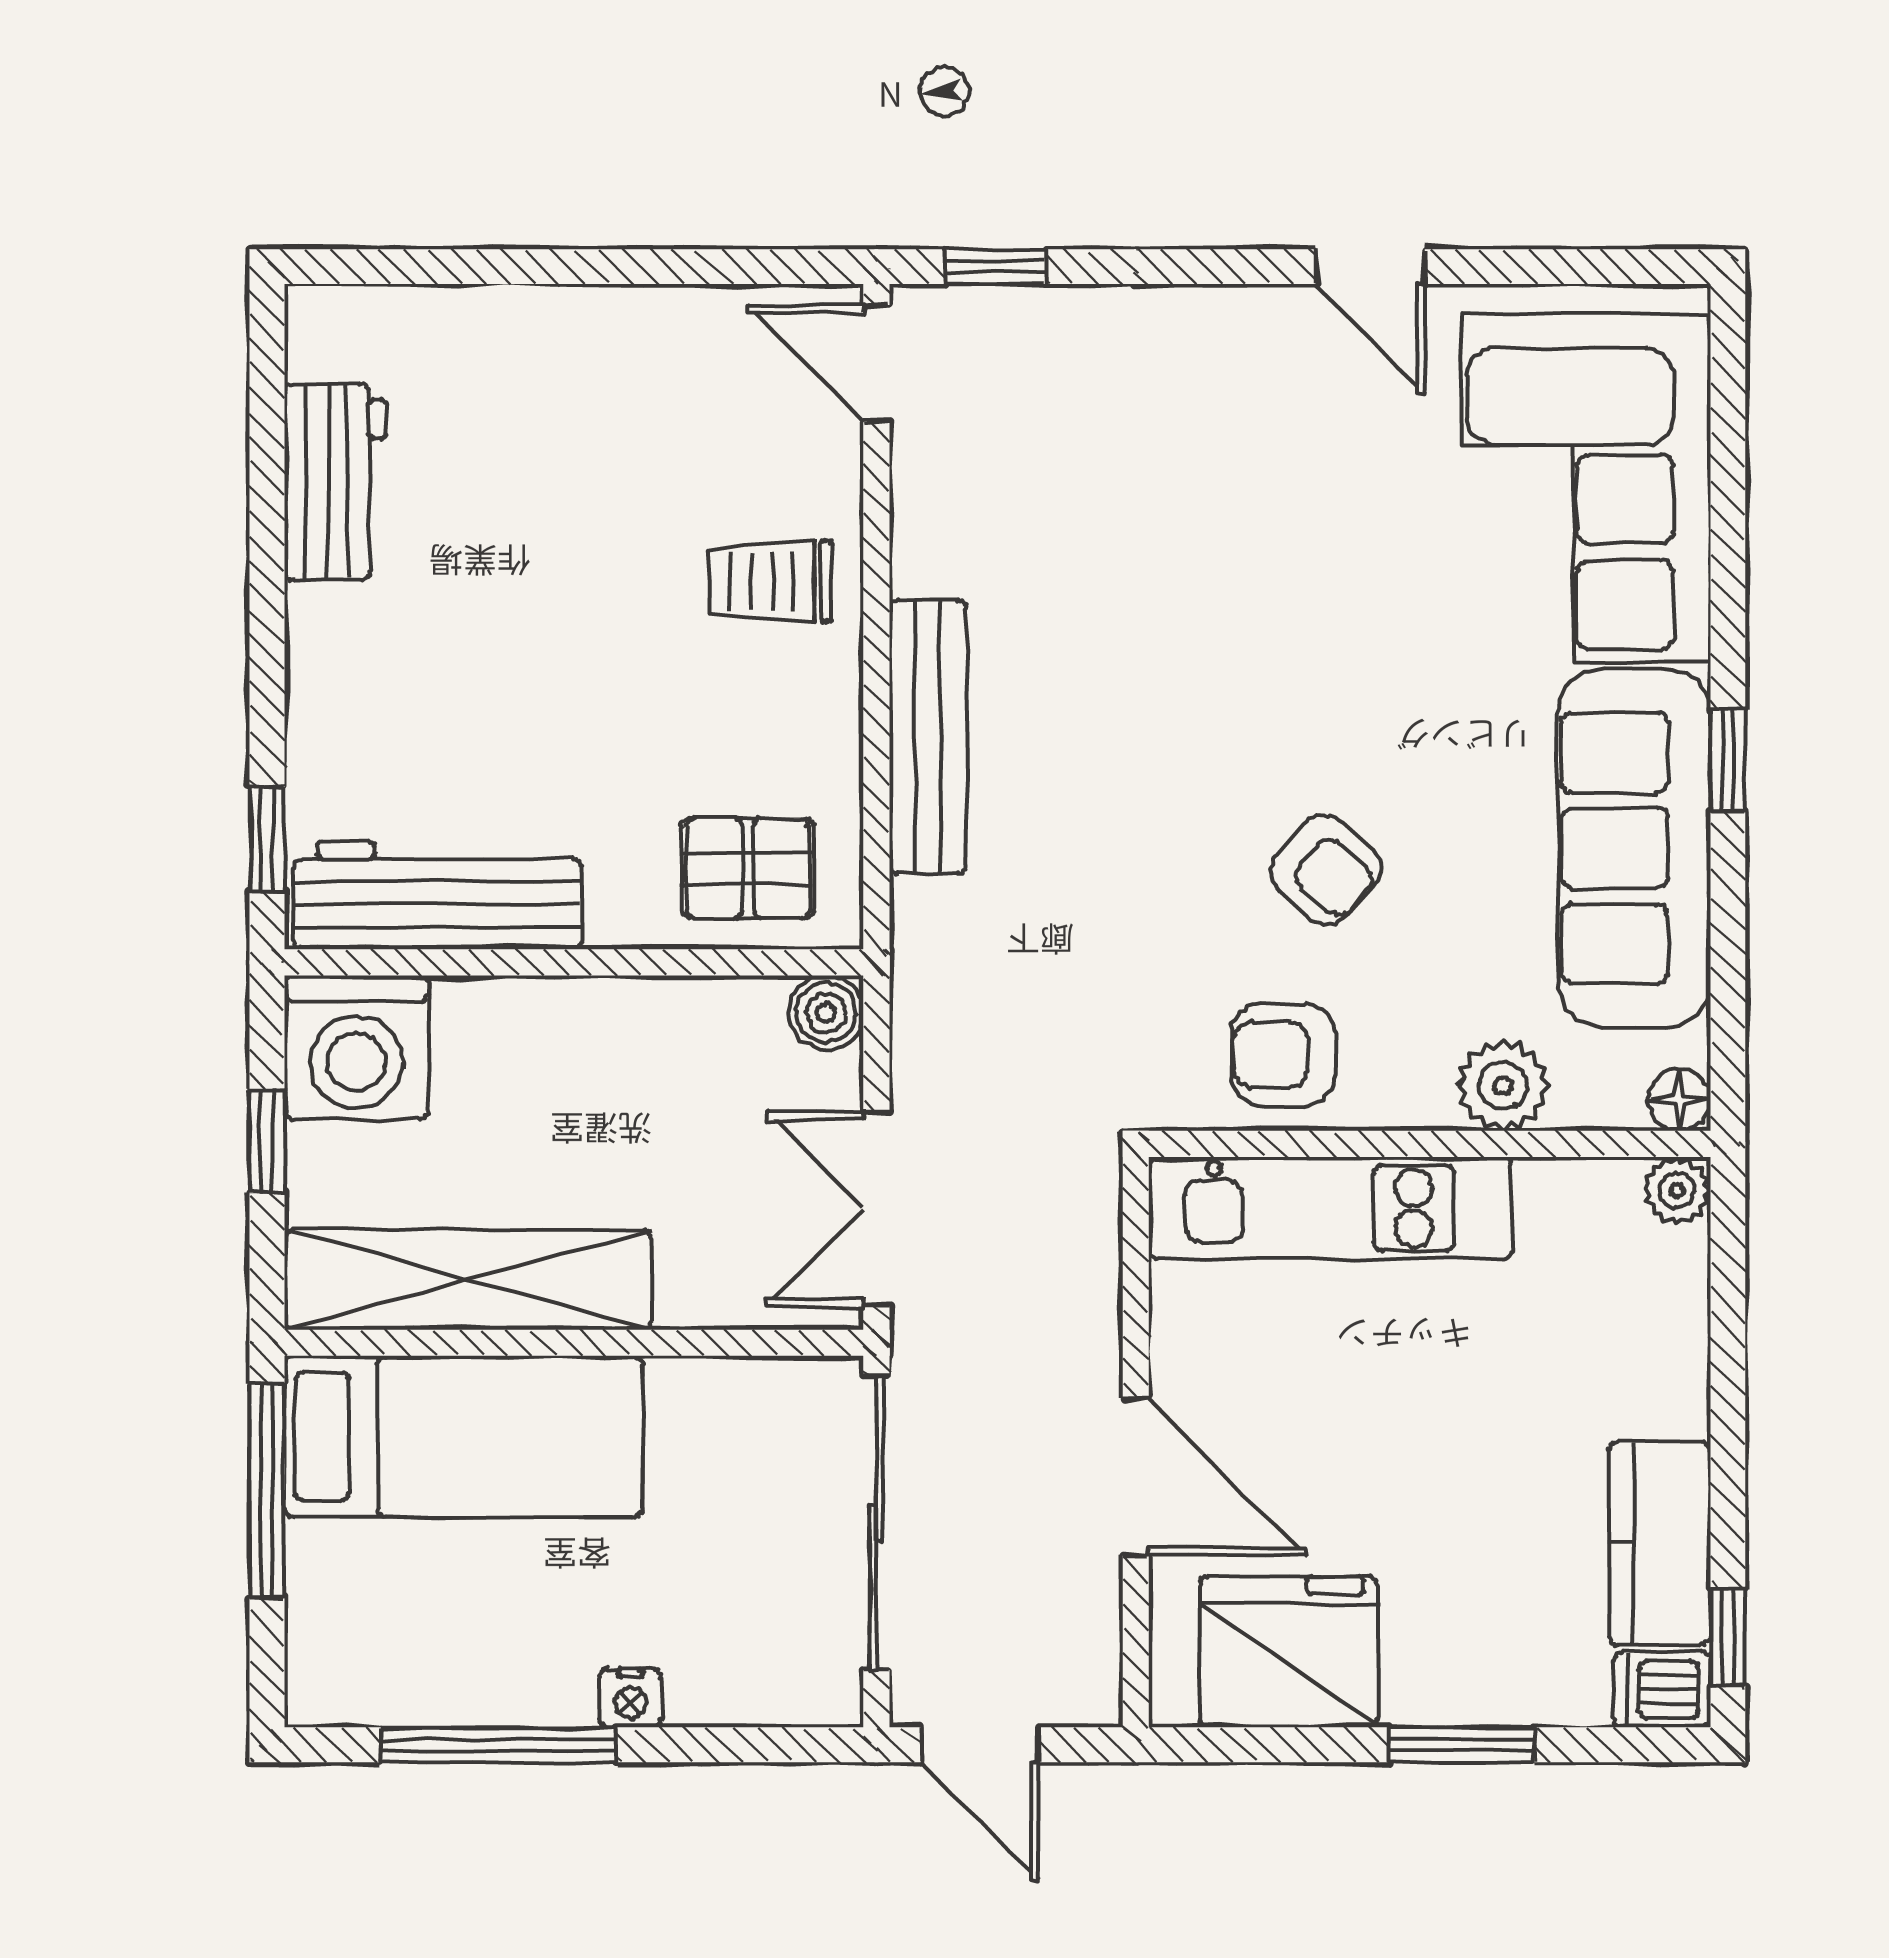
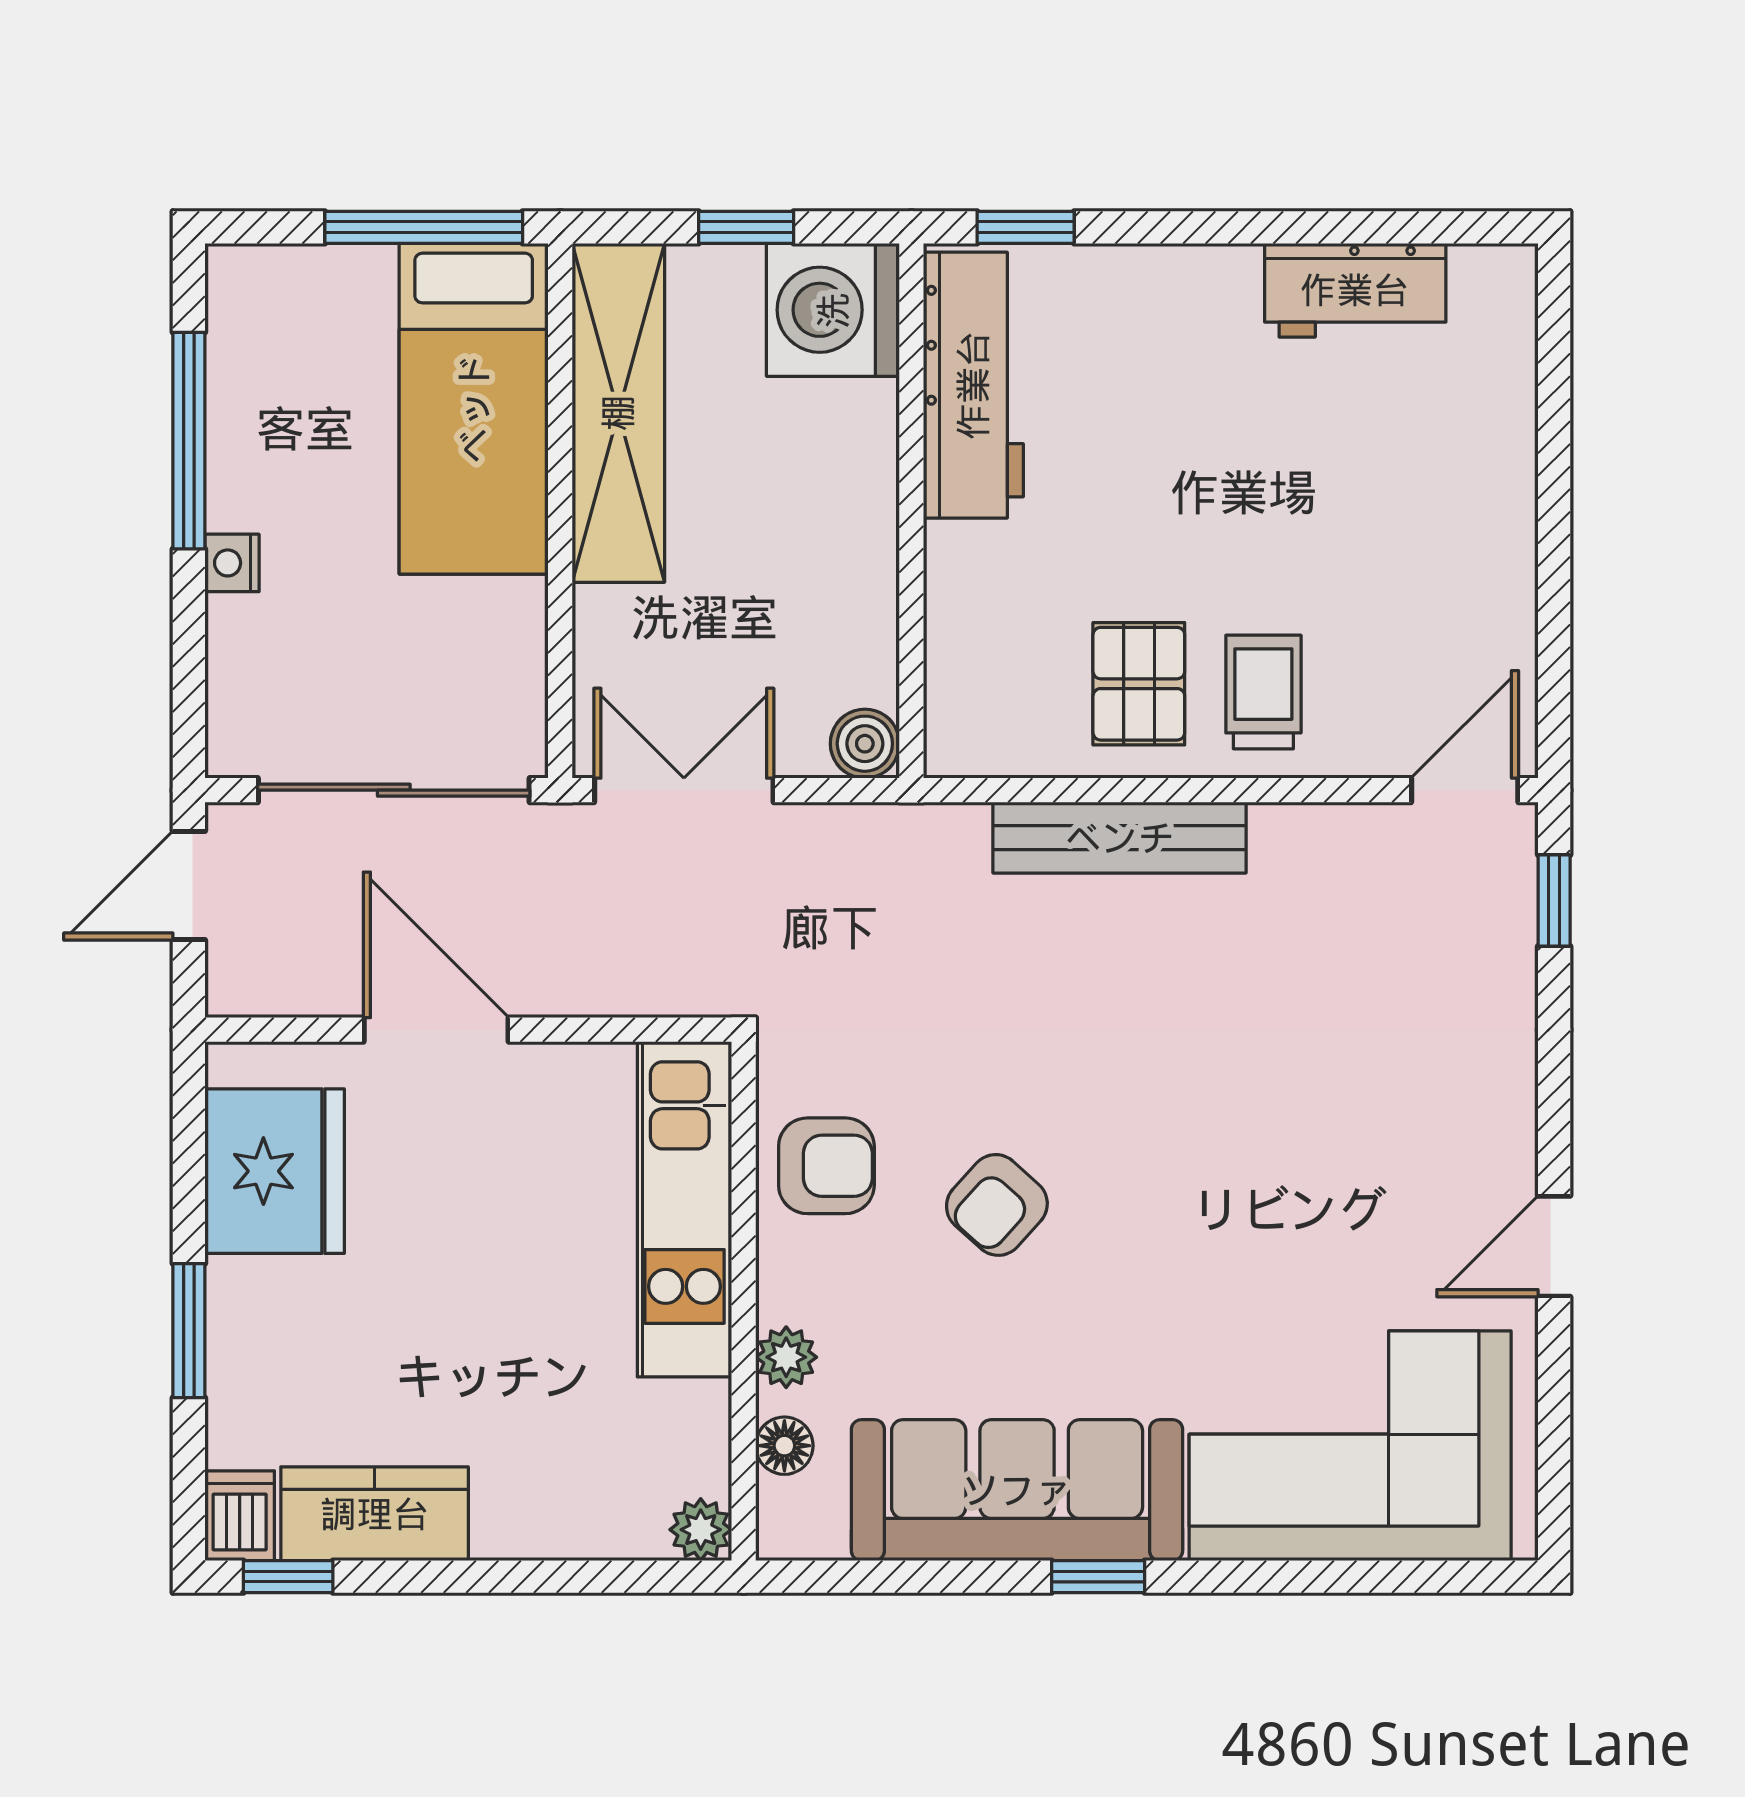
pallet: (748, 868) -> (1139, 684), moved
armchair: (1283, 1054) -> (826, 1166), turned 90
plant: (1503, 1086) -> (786, 1357), width x0.73, depth x0.73
floor lamp: (1680, 1100) -> (784, 1446), moved
door: (1136, 1477) -> (436, 1030), swing flipped

